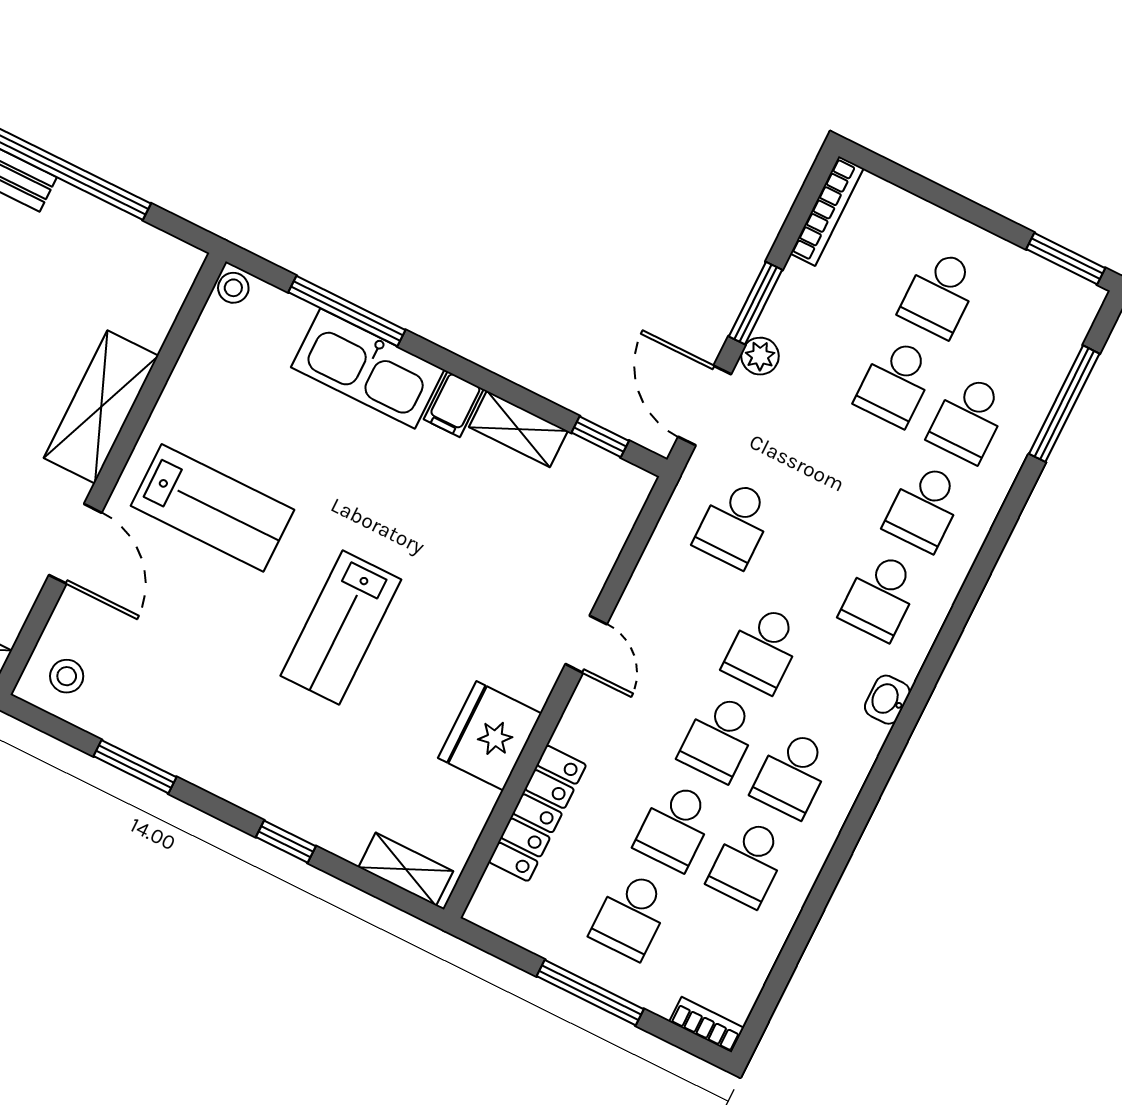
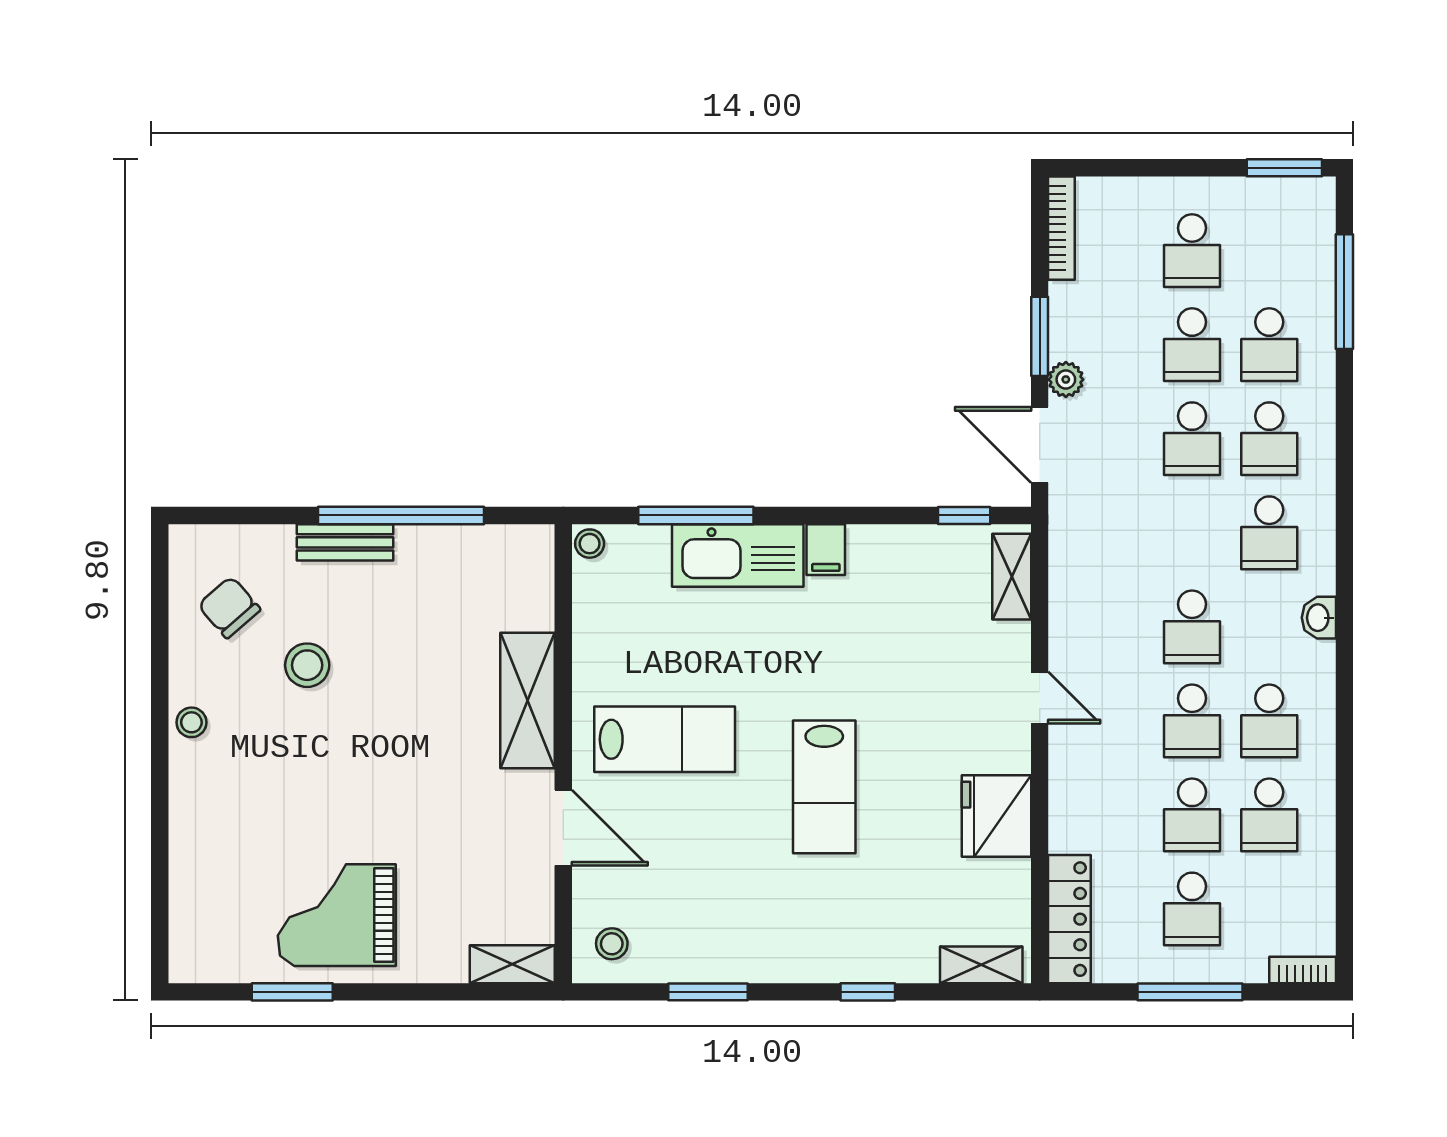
shelving: (518, 429) -> (1012, 577), moved, turned 90
school desk: (734, 524) -> (1192, 439), moved
locker: (537, 813) -> (1069, 919), moved

